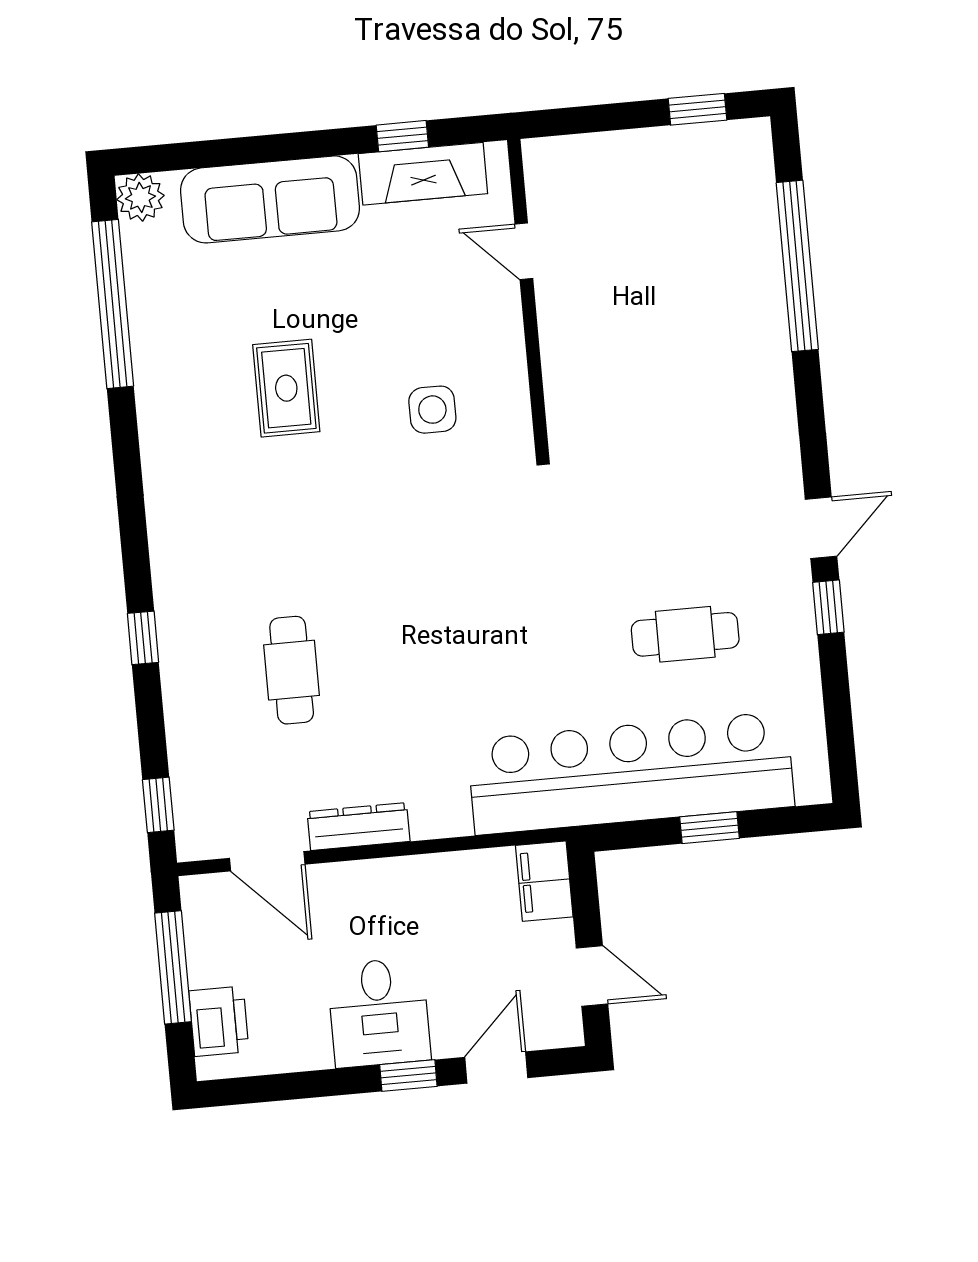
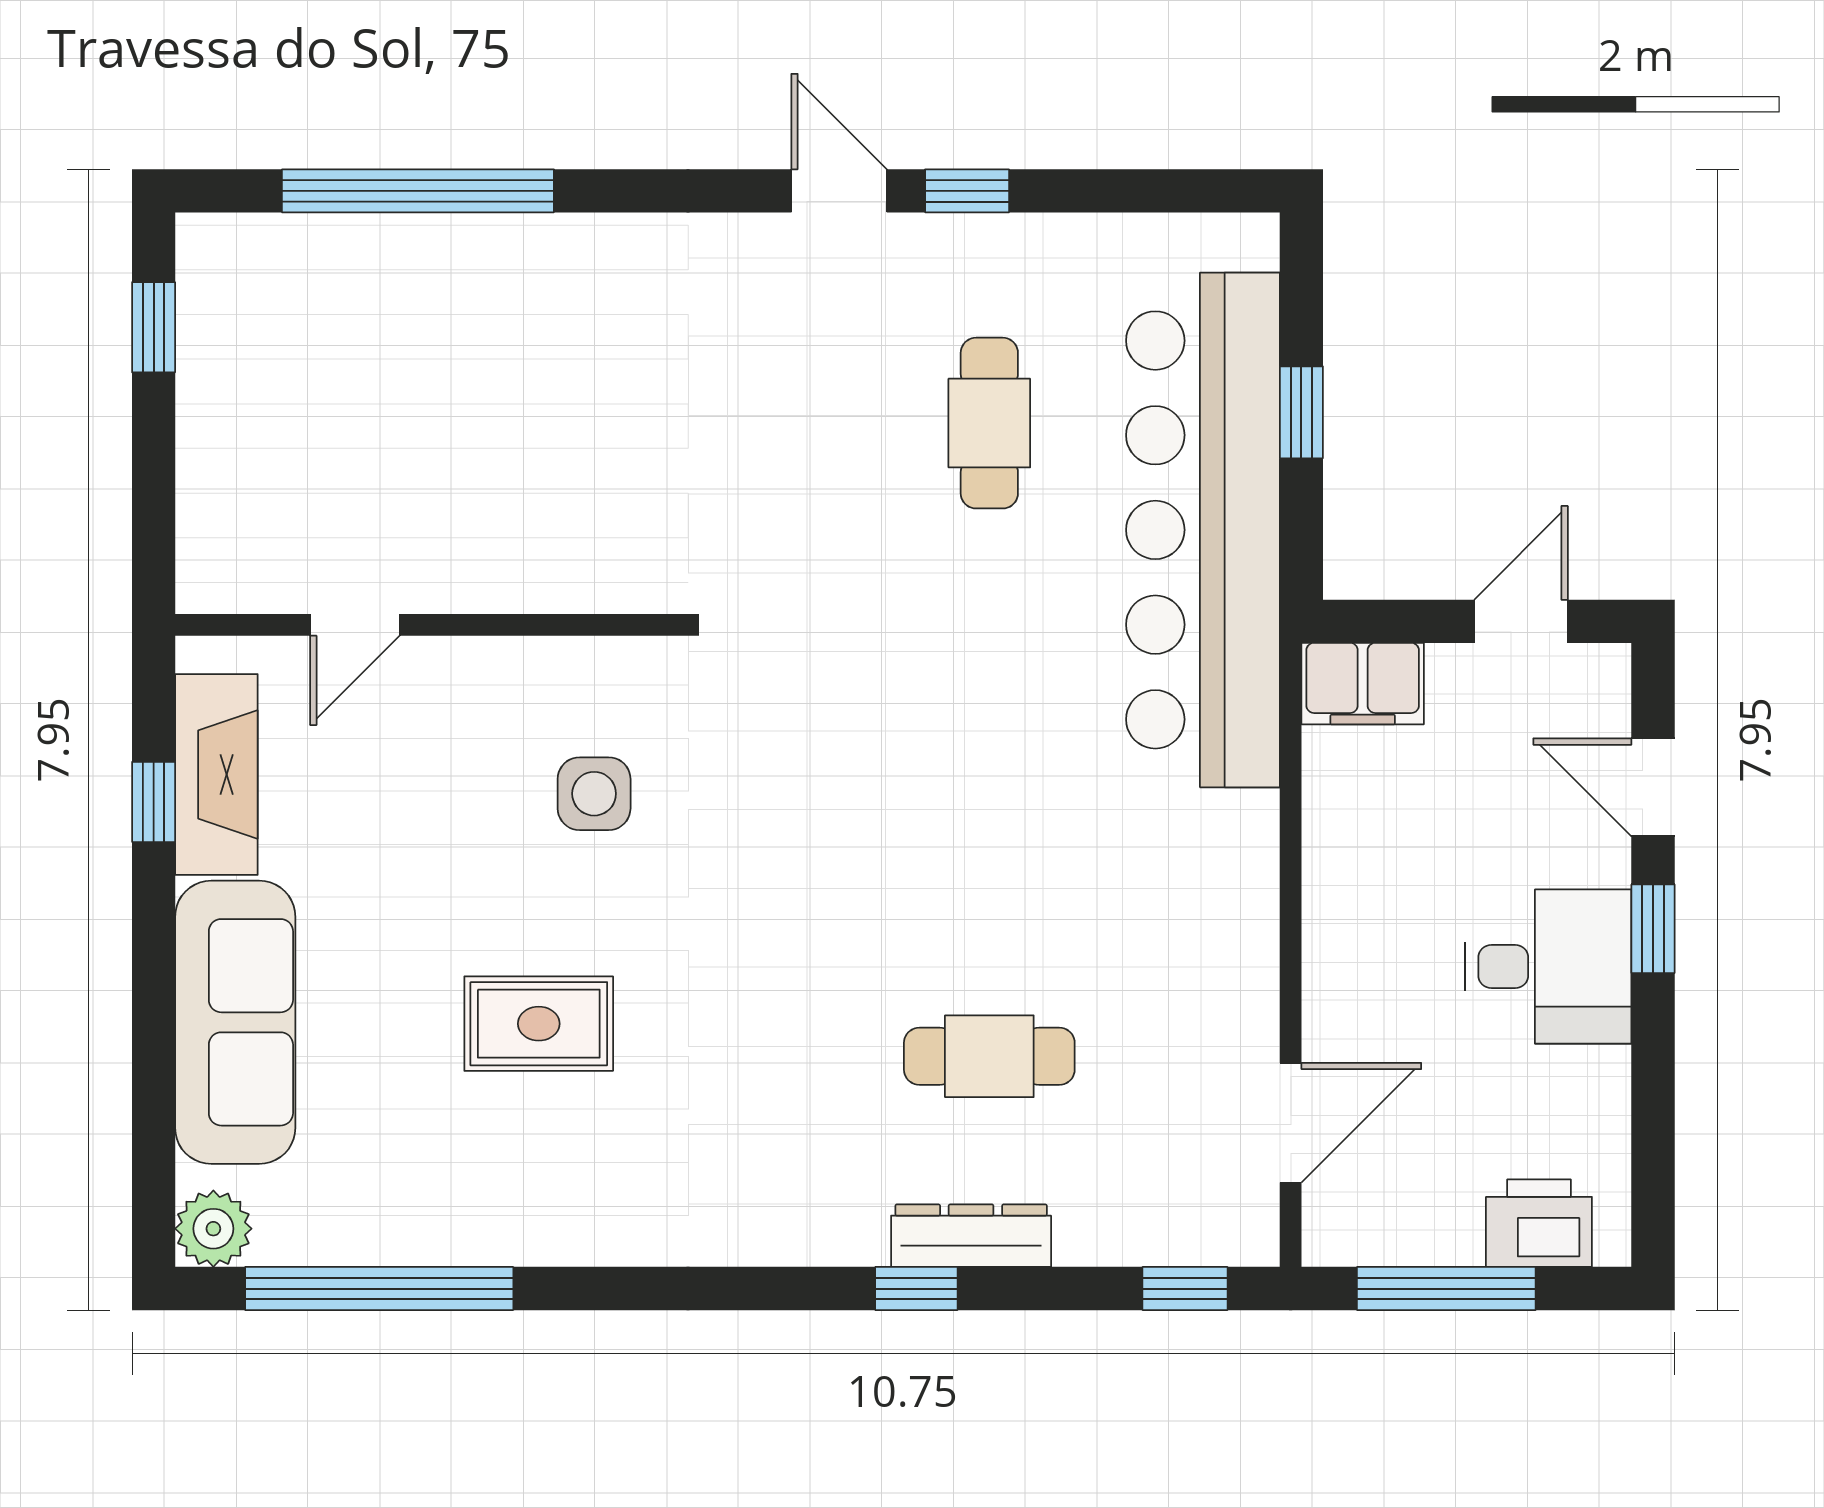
dresser: (358, 827) -> (971, 1236), moved, turned 90

